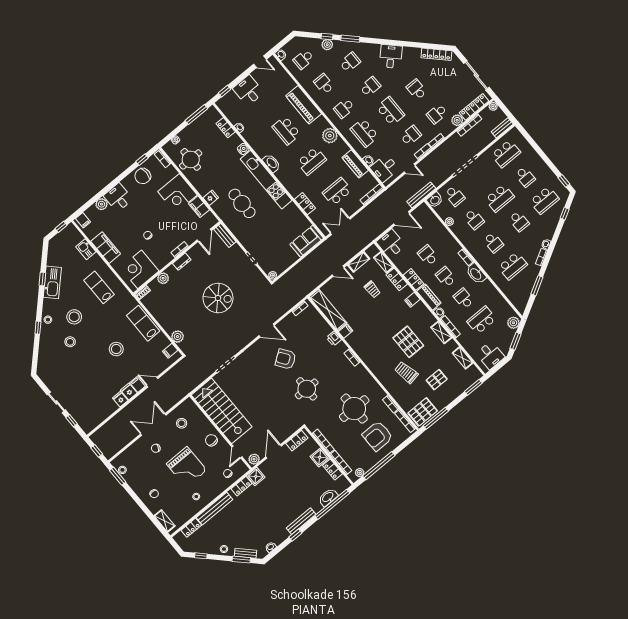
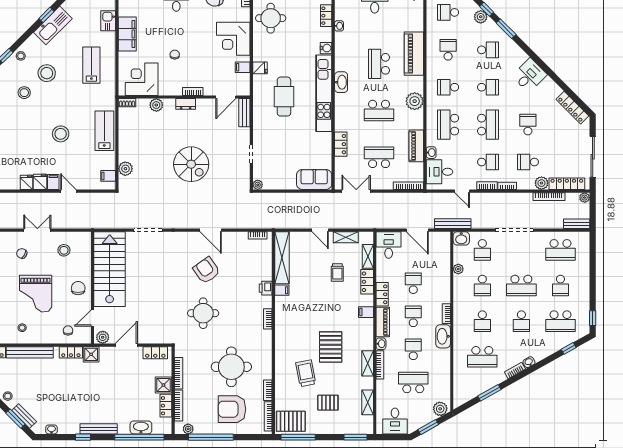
filing cabinet: (199, 207) -> (243, 67), width x0.50
double door: (153, 425) -> (37, 230), width x0.73

